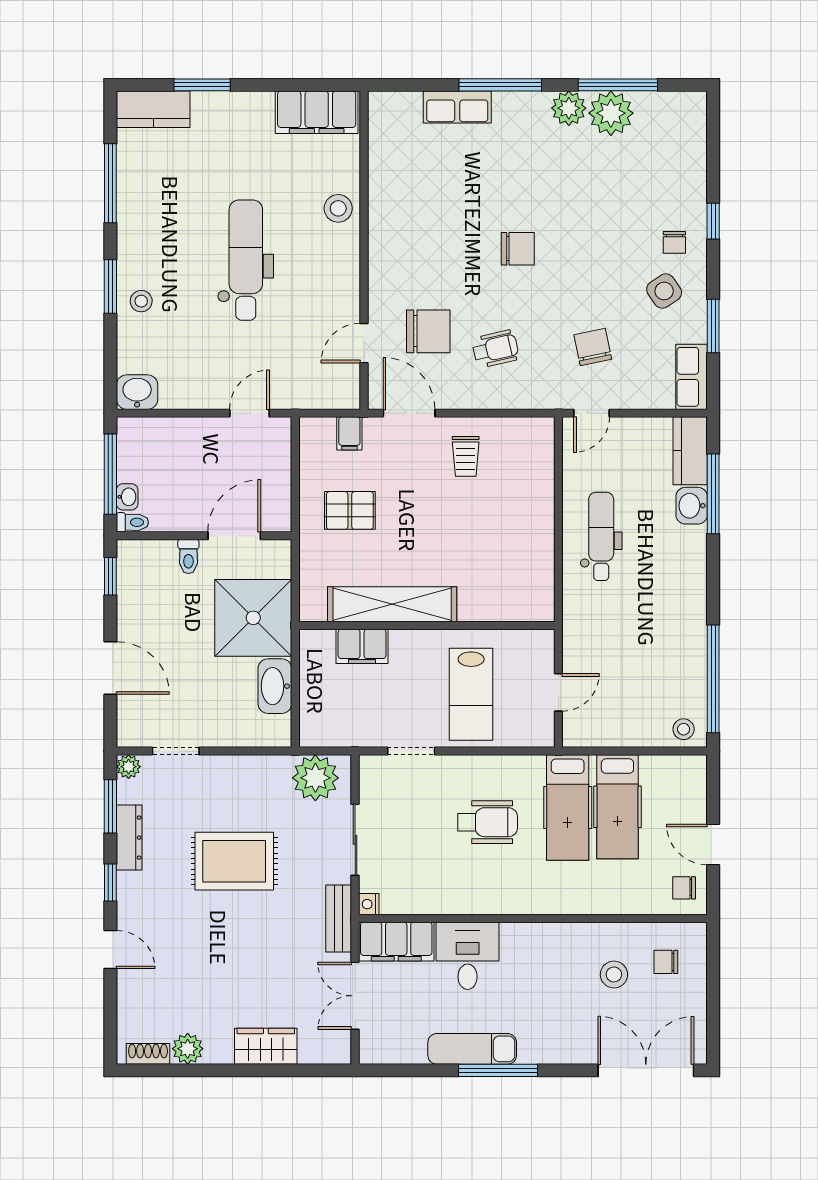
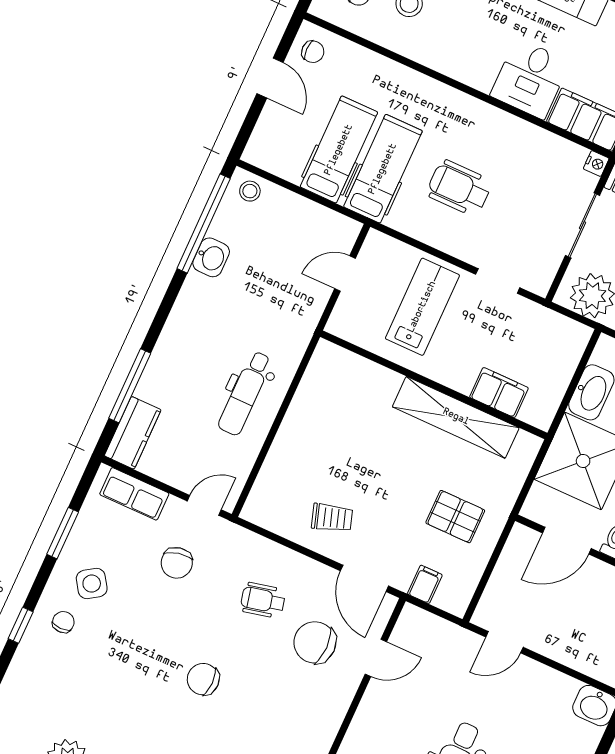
row of seats: (692, 377) -> (134, 494), moved, turned 90
trolley: (466, 456) -> (332, 518), turned 72
washbasin: (692, 506) -> (211, 257), moved

